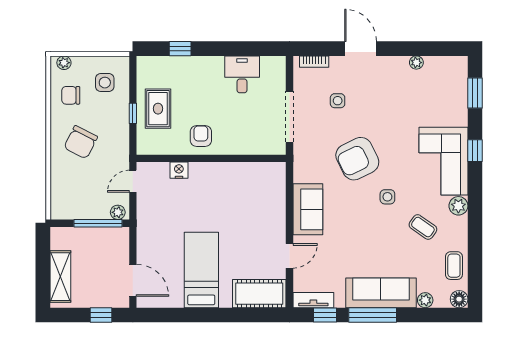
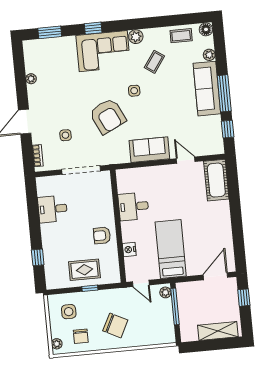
desk: (235, 181) -> (133, 206), added
bed: (201, 270) -> (171, 249), moved, turned 90
tv unit: (313, 300) -> (217, 139), removed

